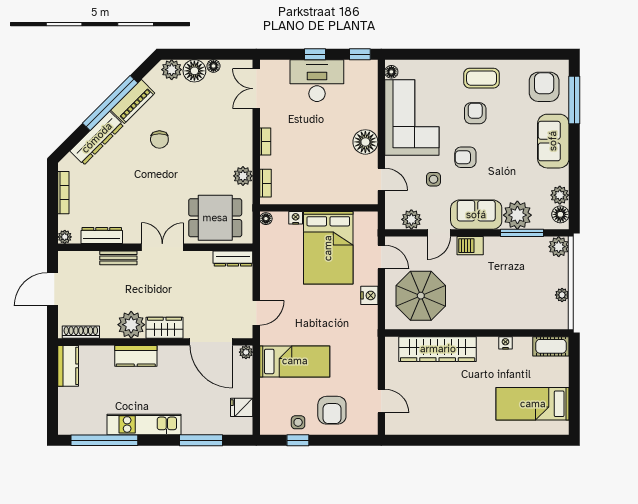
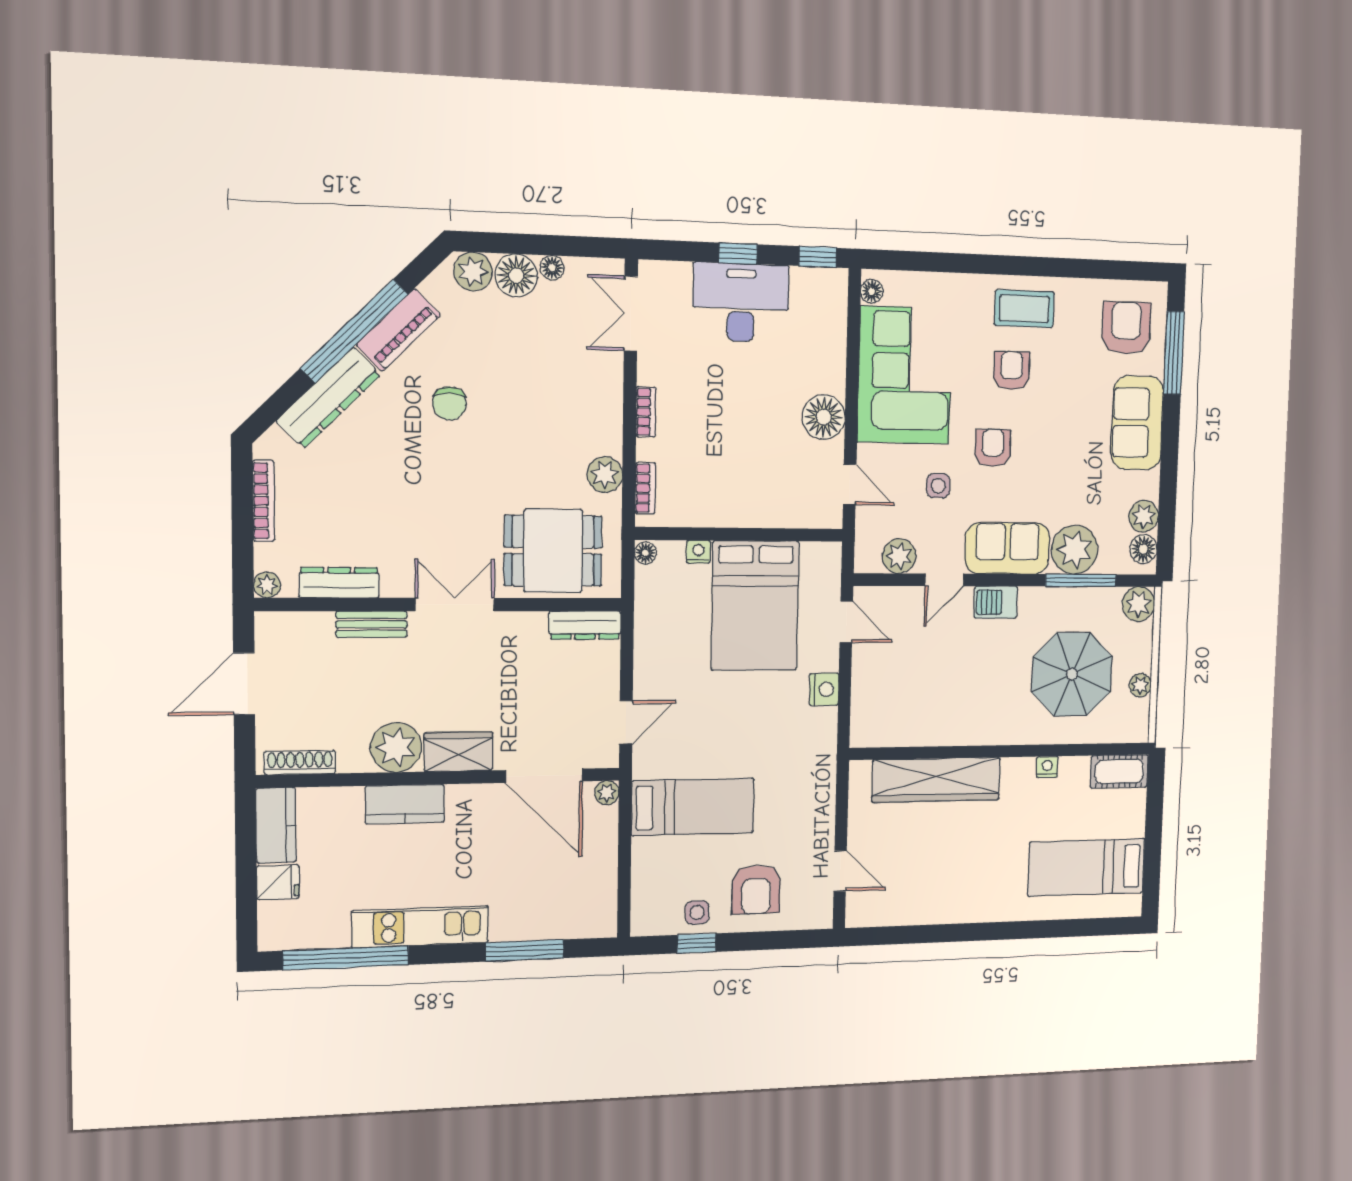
armchair: (465, 157) -> (993, 448), turned 90
parasol: (421, 296) -> (1072, 674), moved
fridge: (242, 407) -> (278, 882), moved, turned 180

